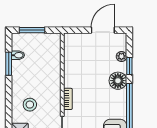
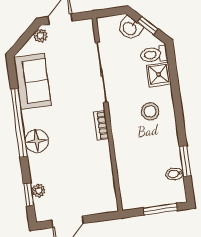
window: (129, 66) -> (29, 195), moved
floor lamp: (118, 81) -> (37, 141), moved

